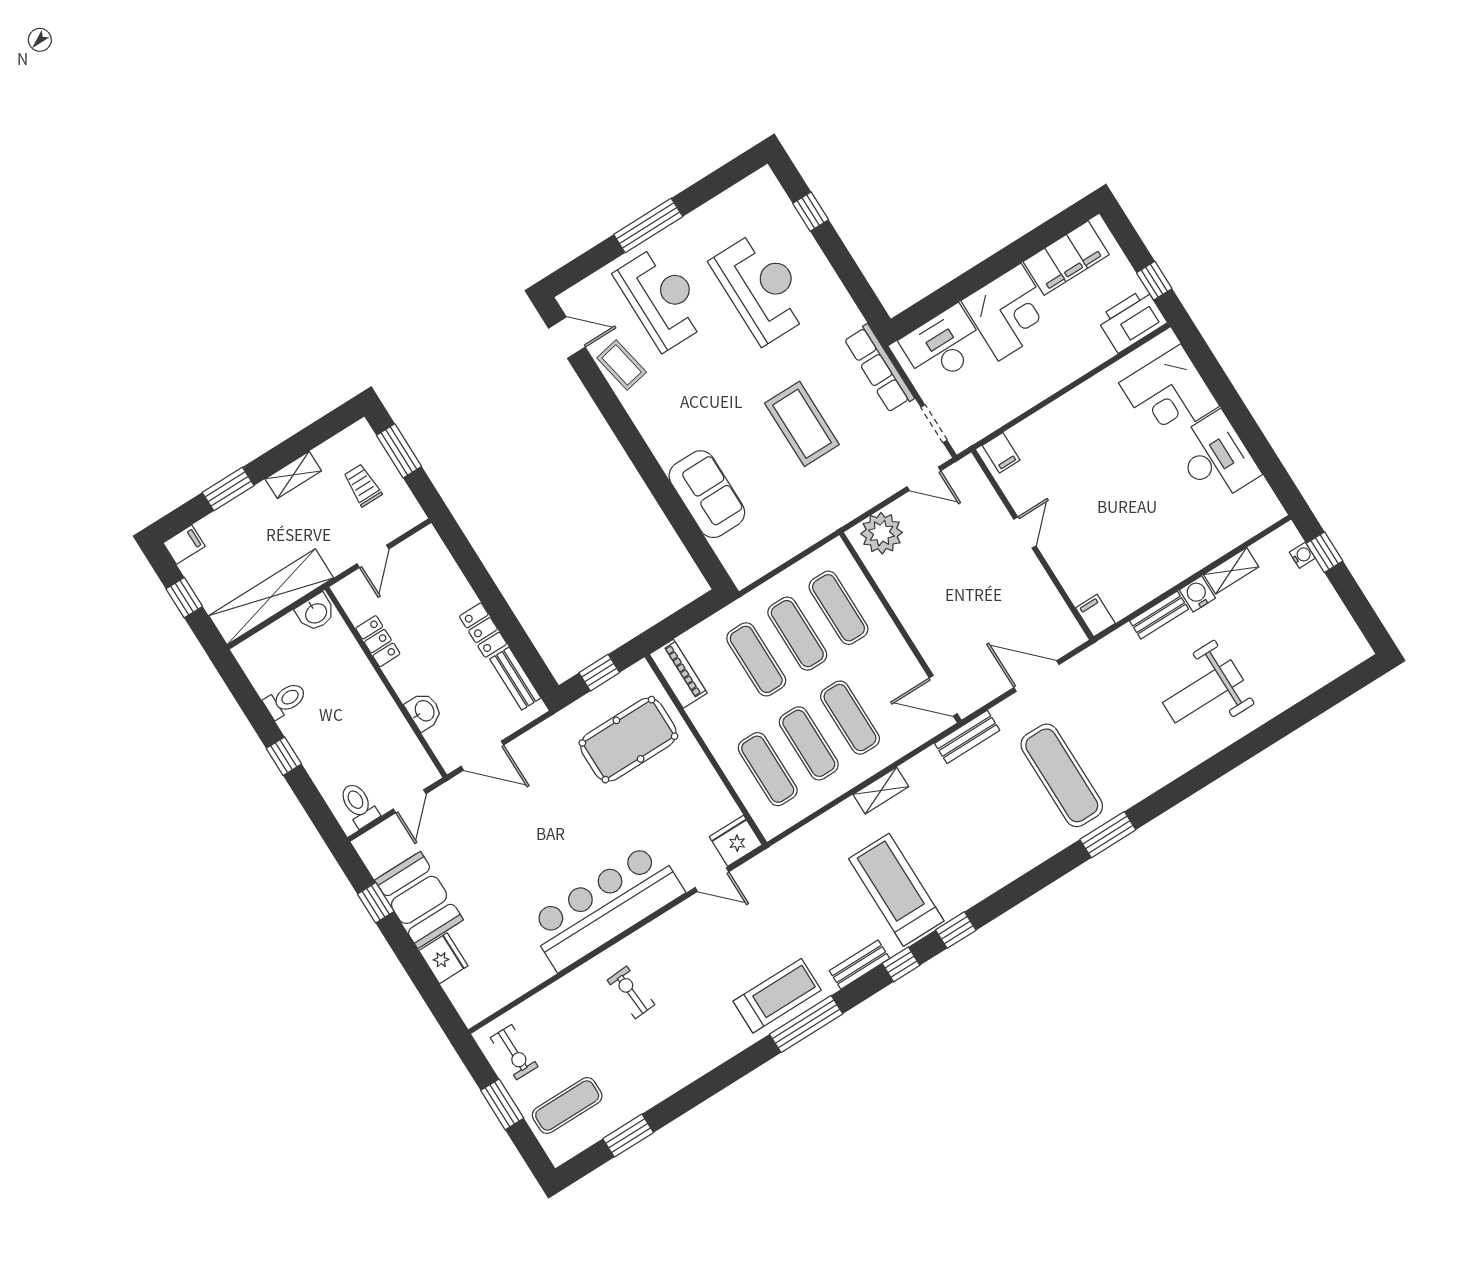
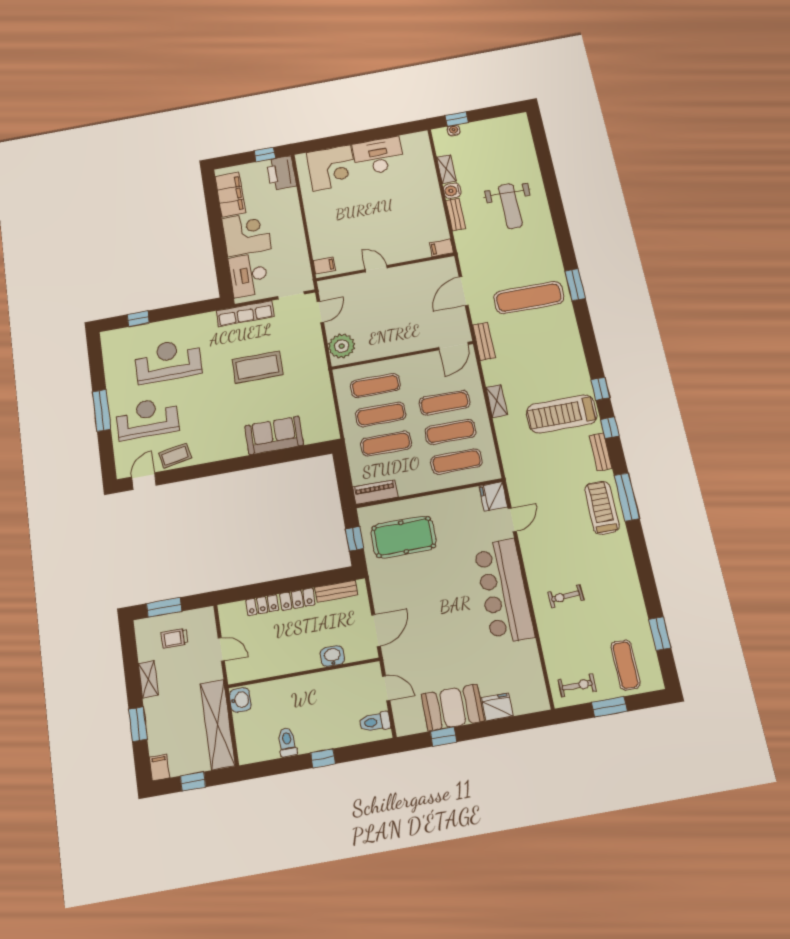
locker: (378, 641) -> (262, 605), moved, turned 180
pool table: (628, 740) -> (404, 537), turned 90

